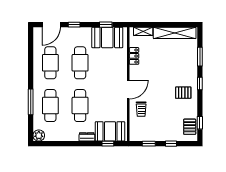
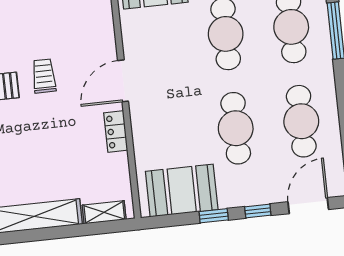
window: (106, 25) -> (214, 216), moved
locker: (134, 56) -> (116, 131), moved
trolley: (141, 109) -> (44, 76), moved

